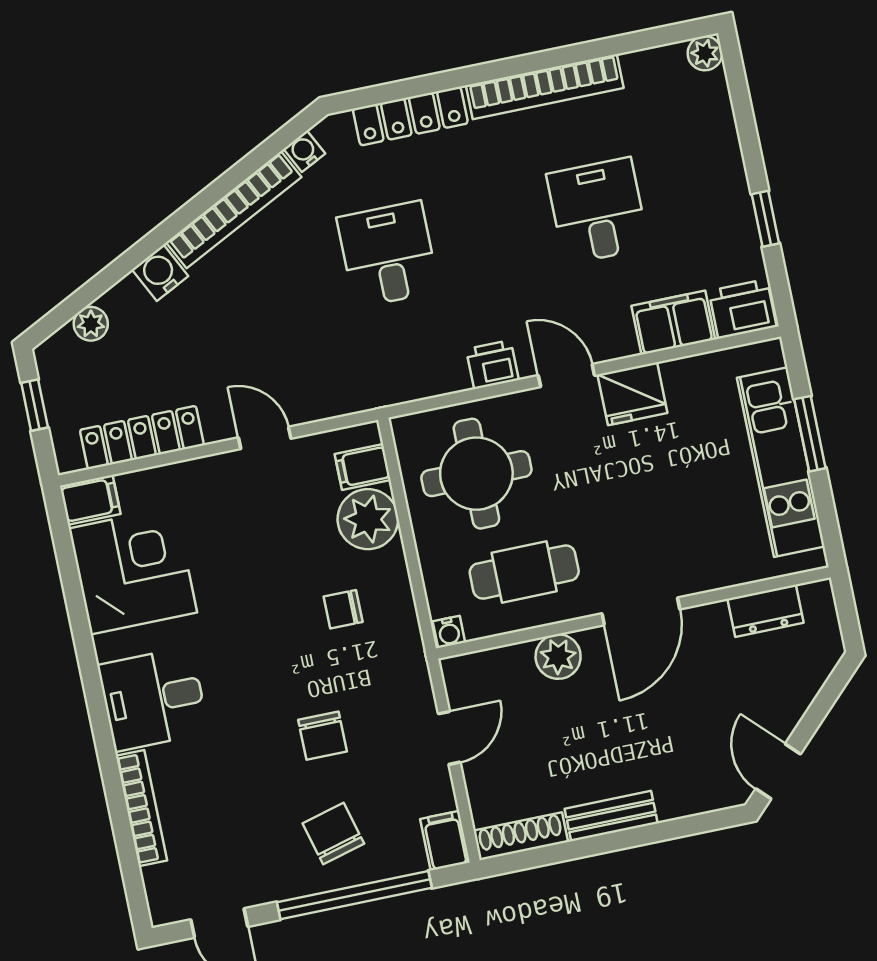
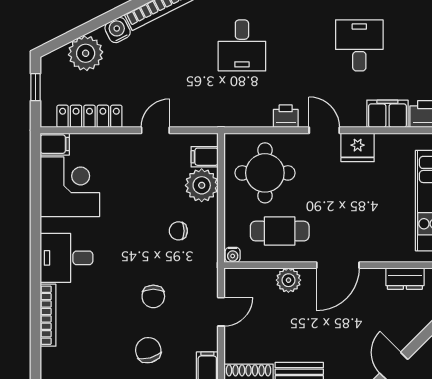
desk: (388, 254) -> (242, 45), turned 180
plant: (91, 324) -> (86, 53), width x1.88, depth x1.88
door: (265, 438) -> (155, 130), hinge flipped

